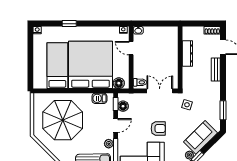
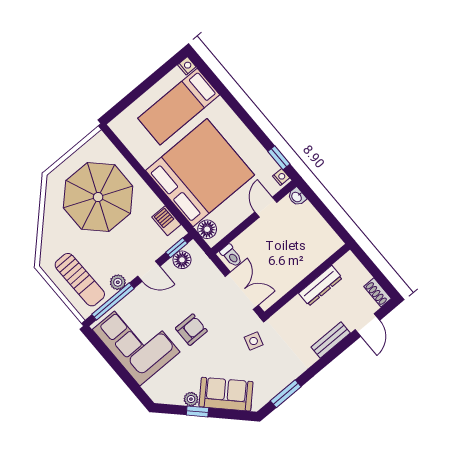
window: (69, 24) -> (279, 158), moved
bed: (57, 66) -> (179, 107), moved, turned 180
armchair: (158, 129) -> (191, 330), turned -90

